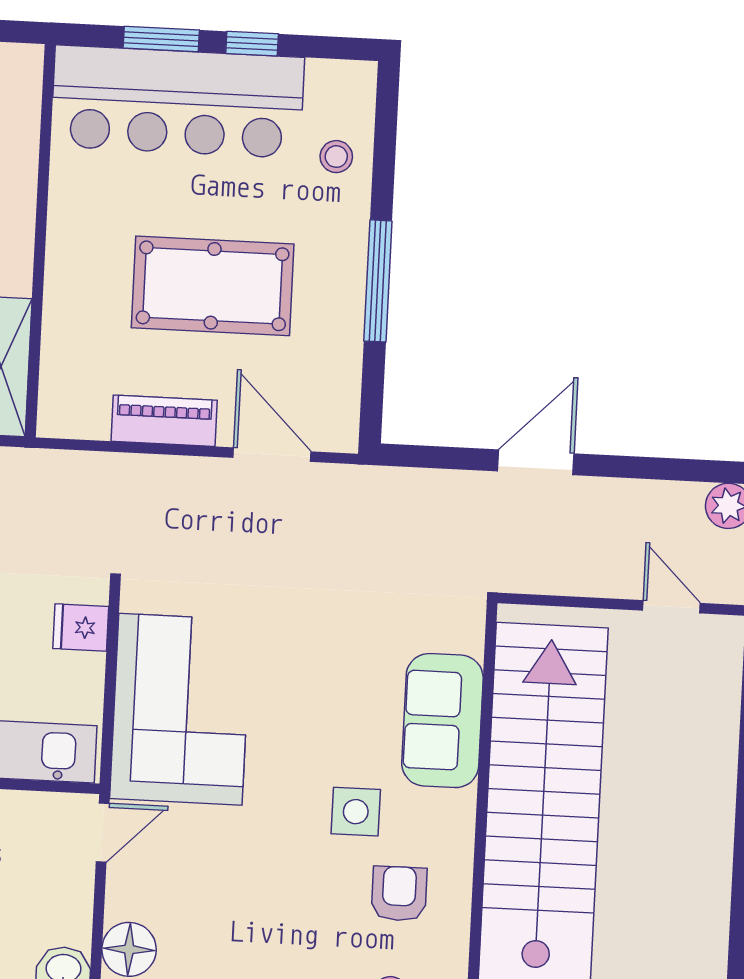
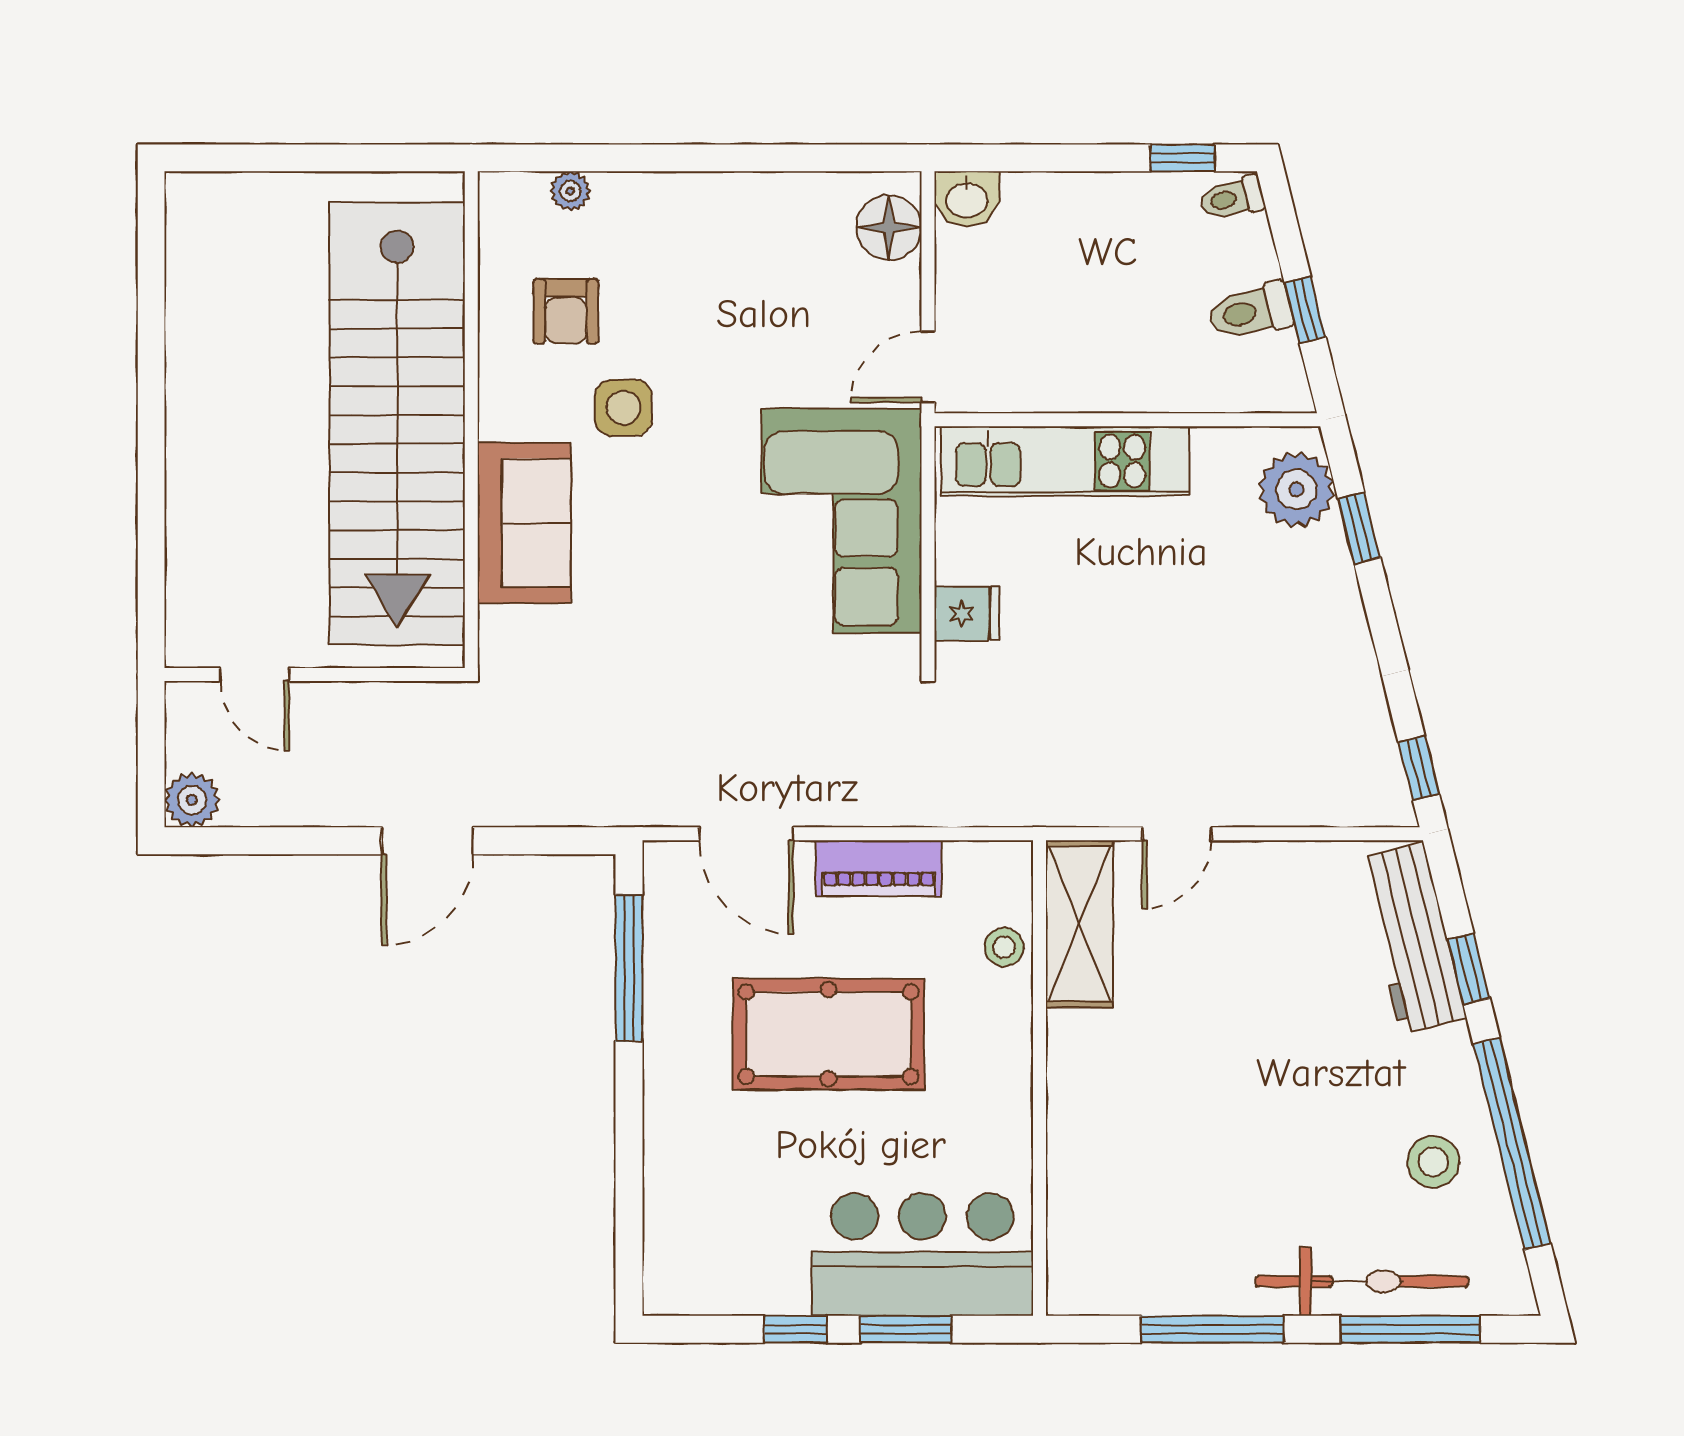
bar counter: (178, 102) -> (922, 1254), width x0.73
stool: (336, 157) -> (1004, 947), moved
window: (378, 281) -> (629, 968), moved

